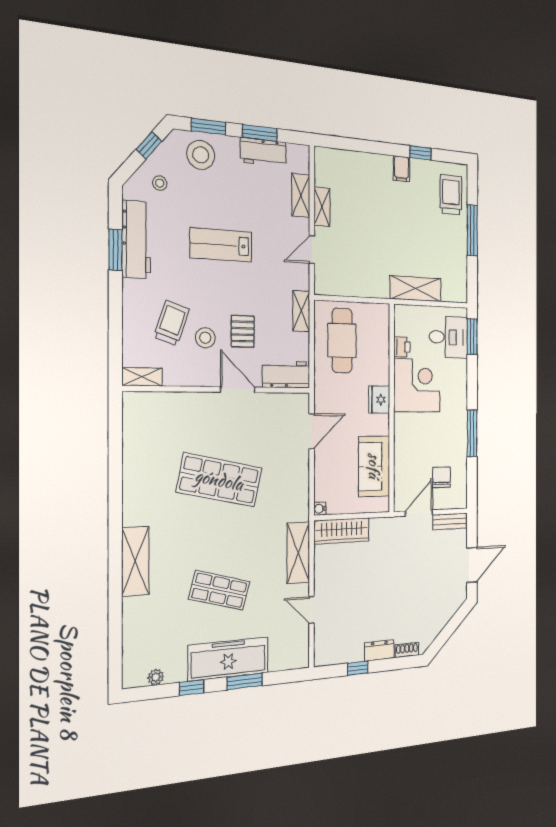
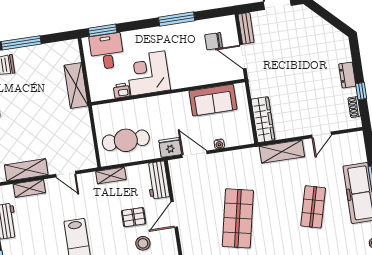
shelving: (322, 207) -> (26, 170), width x1.50, depth x1.33
fridge: (379, 400) -> (170, 147), moved, turned 180
water cooler: (320, 509) -> (219, 144), moved
shoe rack: (407, 650) -> (354, 107), moved

